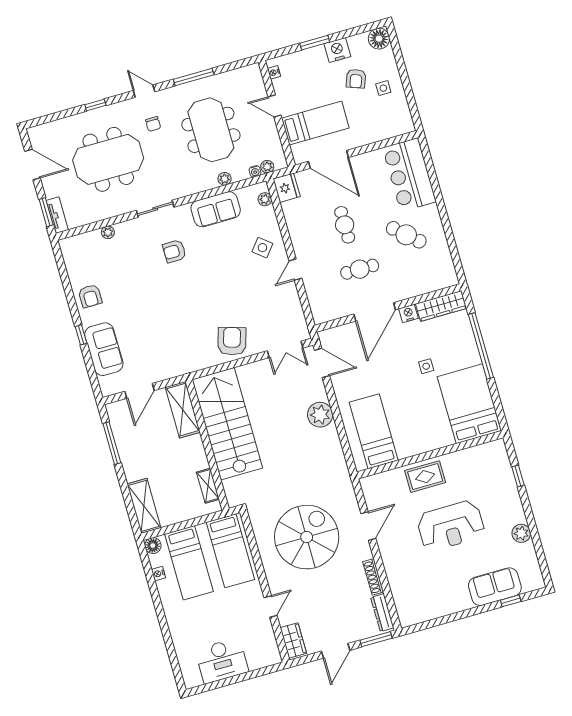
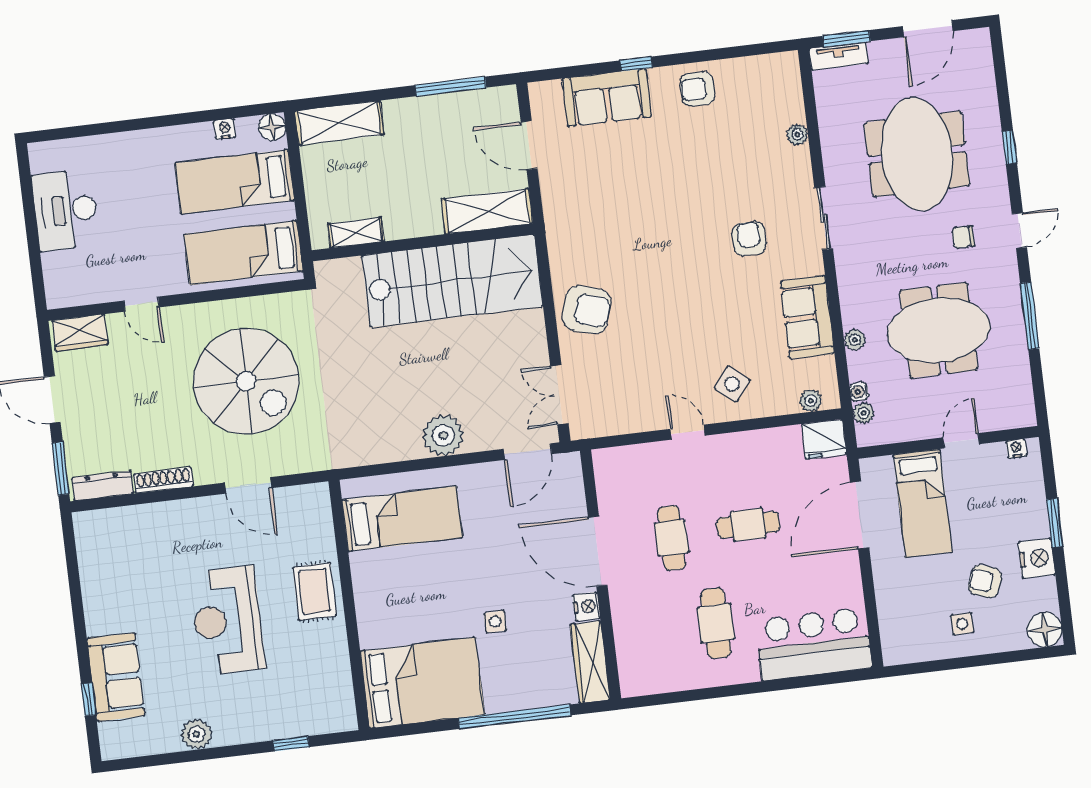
cafe table: (406, 235) -> (716, 623), turned -42

